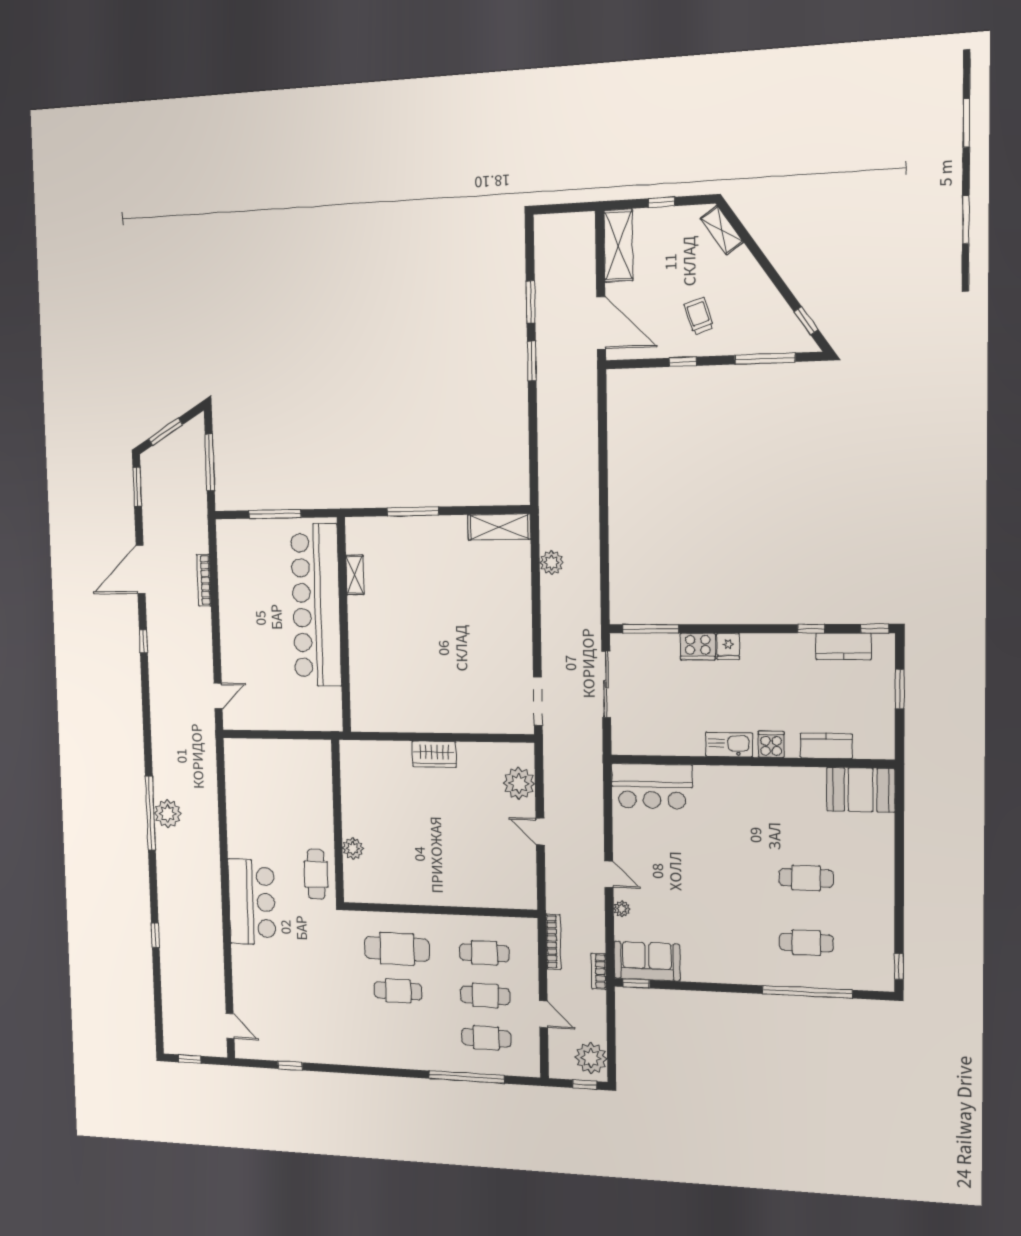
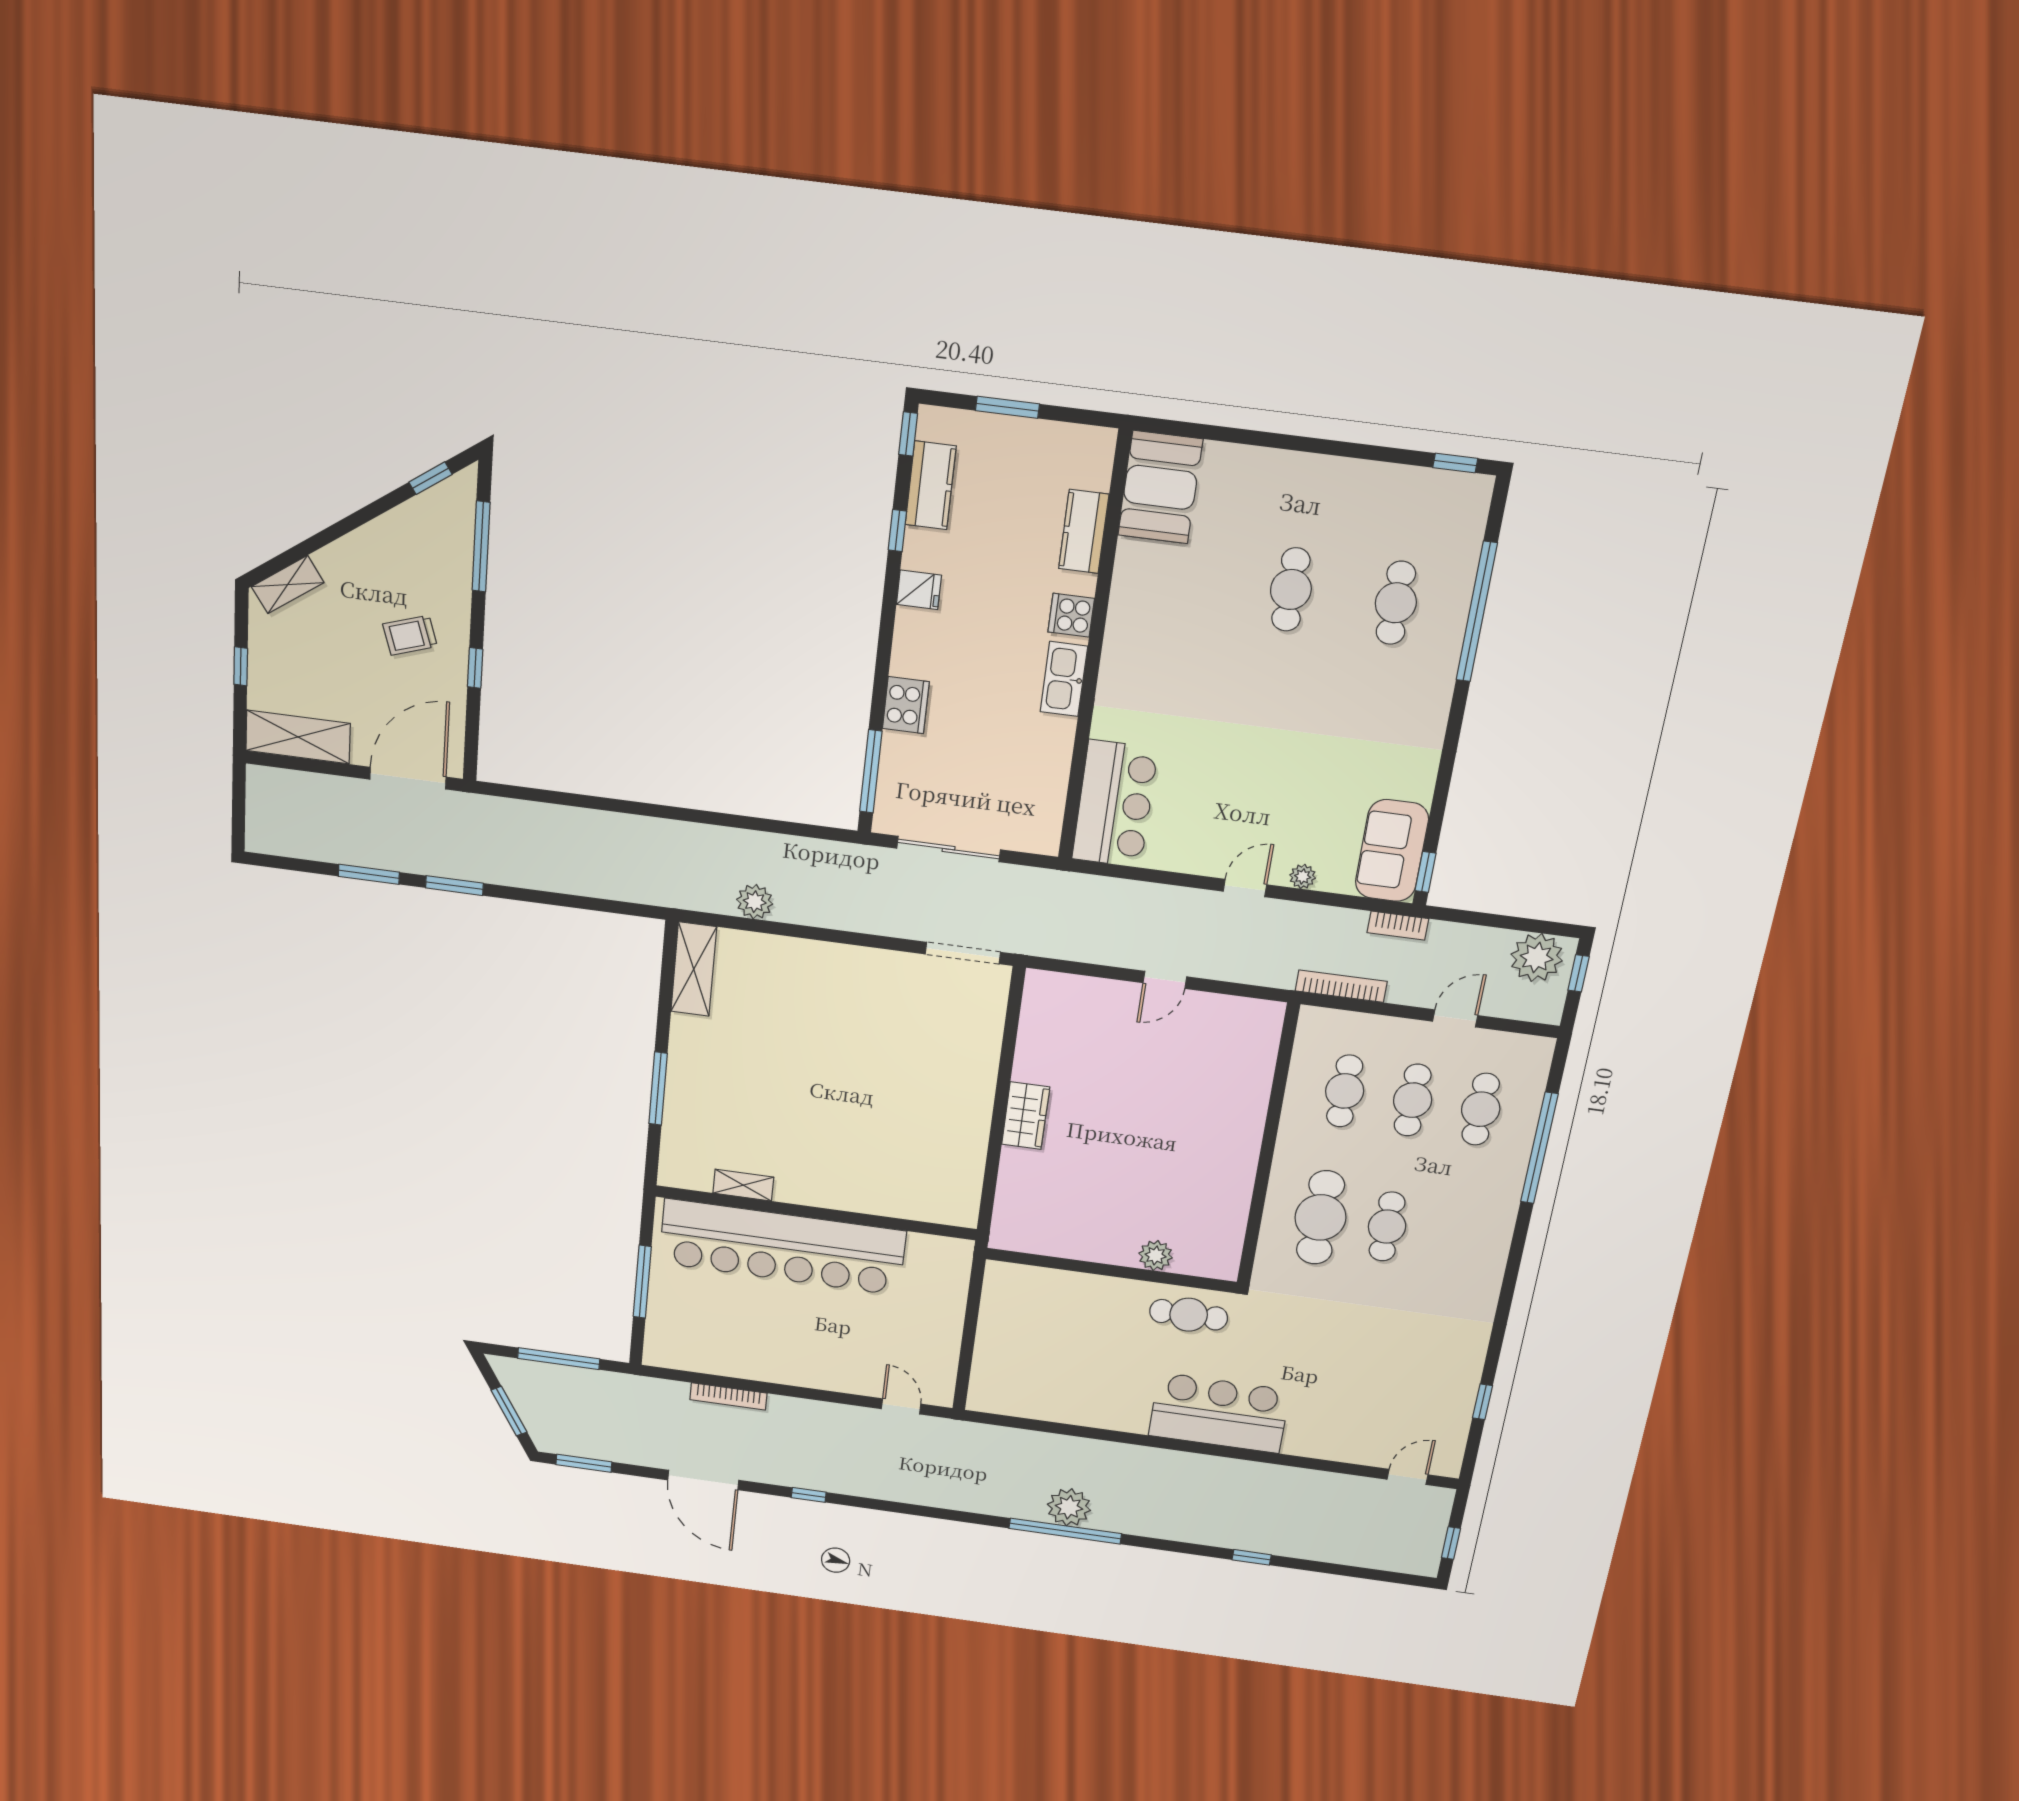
fridge: (728, 646) -> (919, 590), moved
plant: (519, 783) -> (1086, 1000), removed

